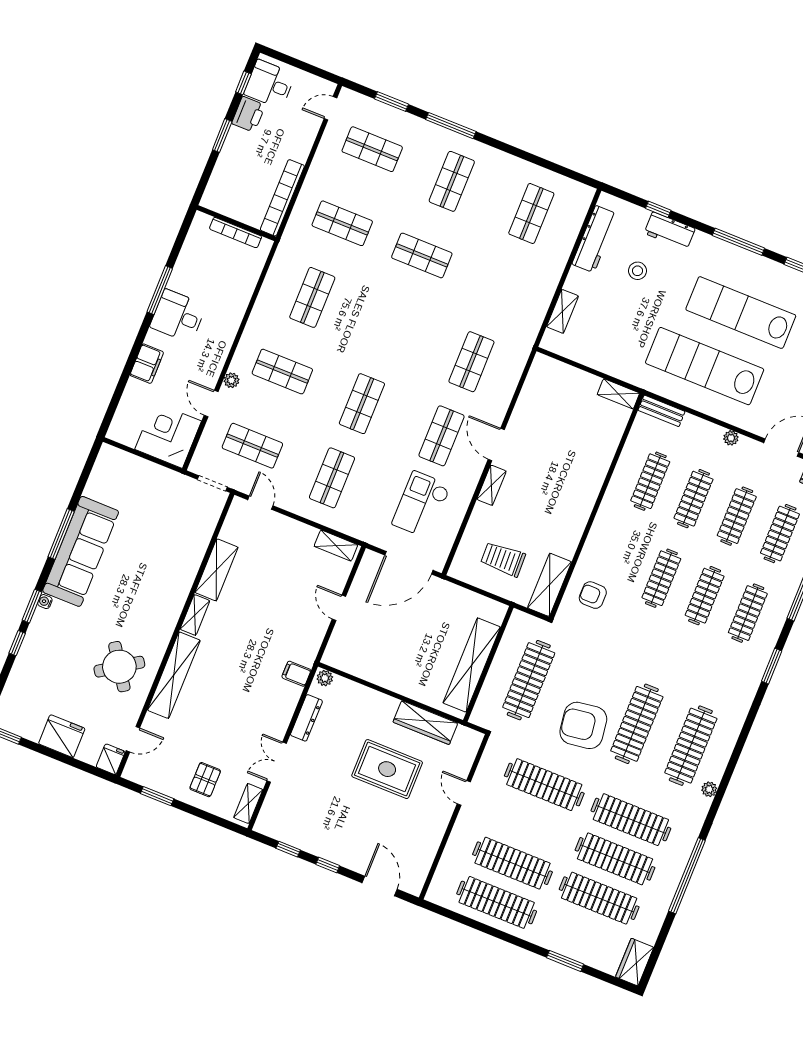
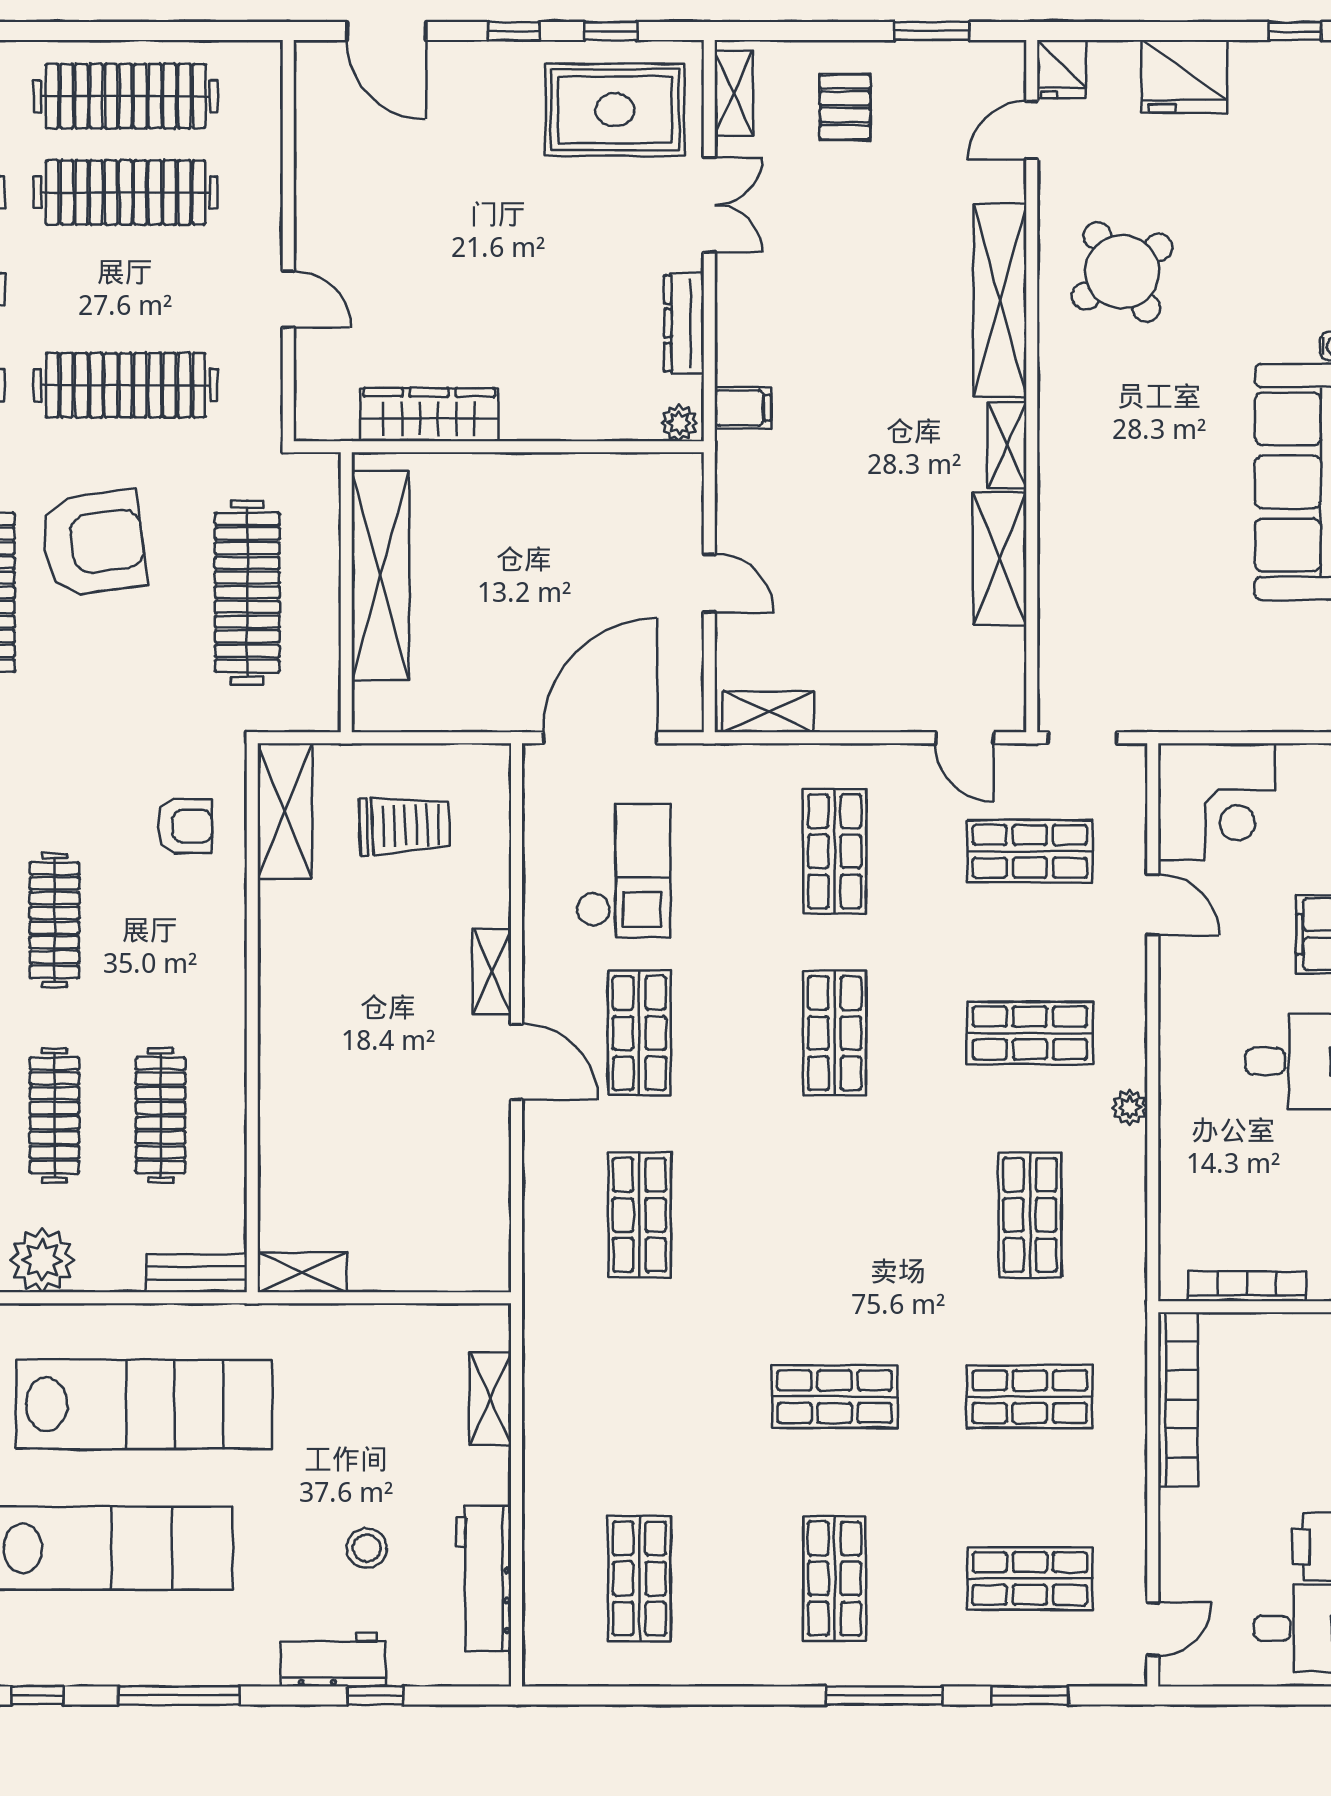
plant: (231, 380) -> (1130, 1107), moved
plant: (731, 438) -> (42, 1260), width x1.87, depth x1.87
rug: (387, 769) -> (615, 110), moved

